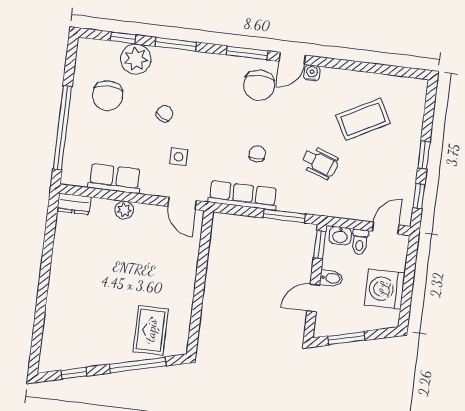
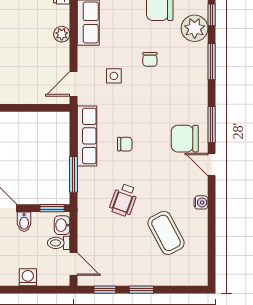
water cooler: (312, 73) -> (201, 202), moved
chair: (165, 114) -> (150, 59), turned 60
washing machine: (385, 289) -> (28, 277), width x0.53, depth x0.53

